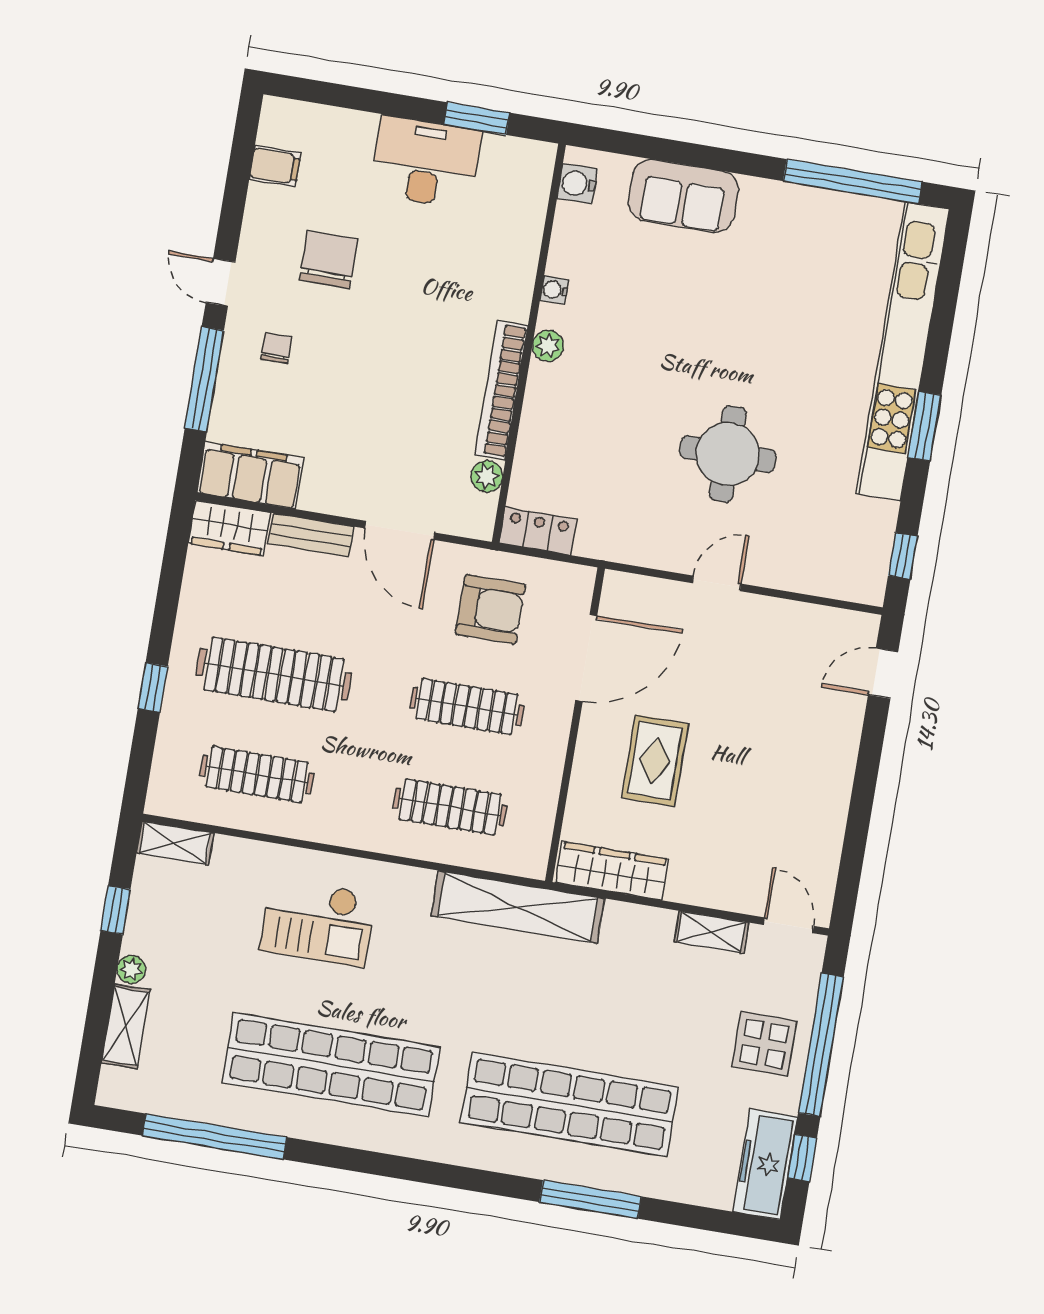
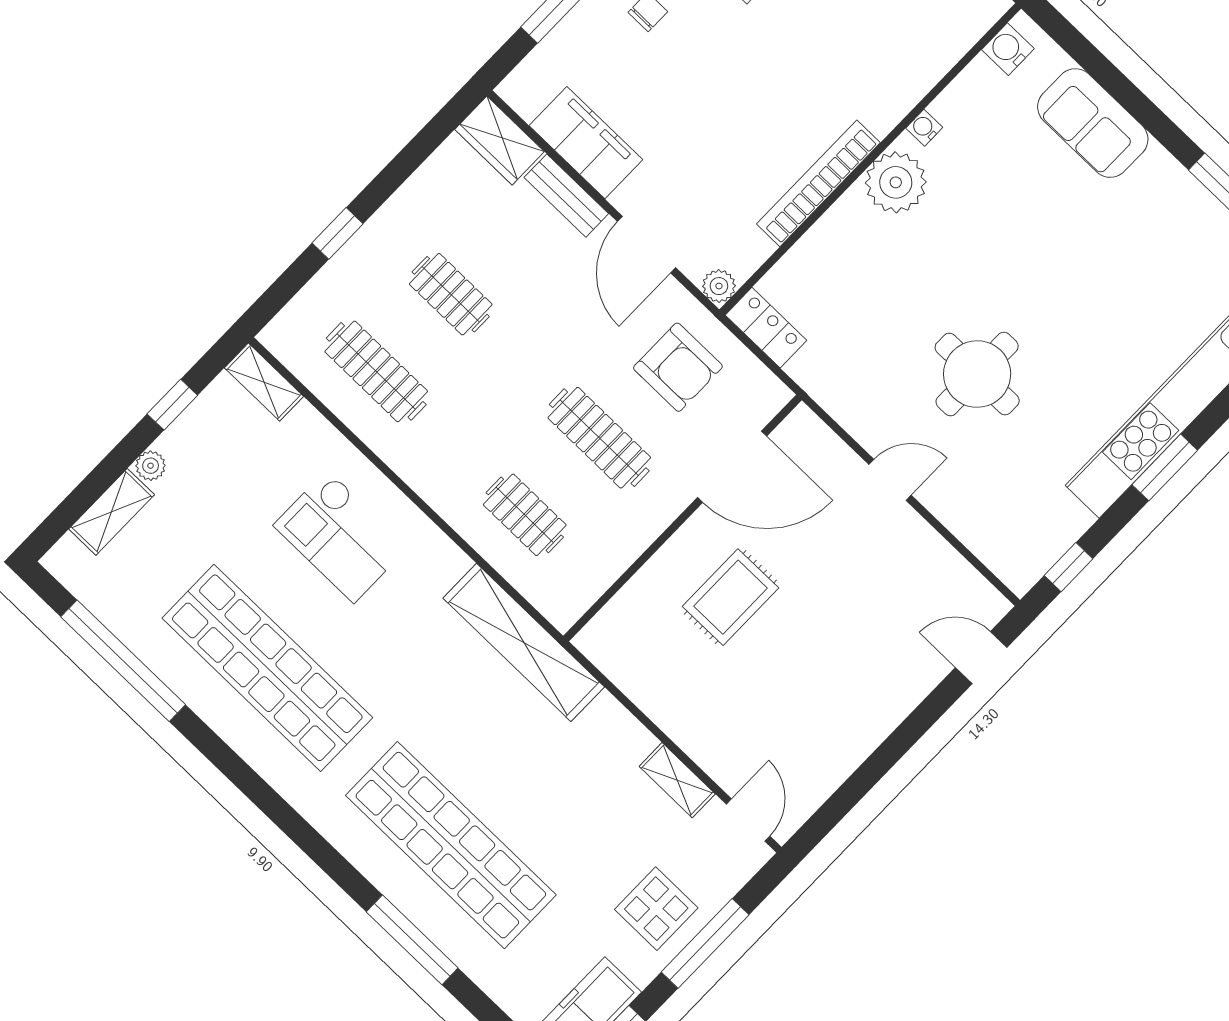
plant: (548, 346) -> (896, 182), width x1.87, depth x1.87
filing cabinet: (250, 475) -> (586, 143), moved
plant: (487, 476) -> (719, 286), moved
clothes rail: (274, 674) -> (451, 294), width x0.54, depth x0.76
clothes rail: (450, 807) -> (525, 515), width x0.73
wardrobe: (612, 871) -> (627, 667), removed
window: (821, 1045) -> (705, 943), width x0.68

